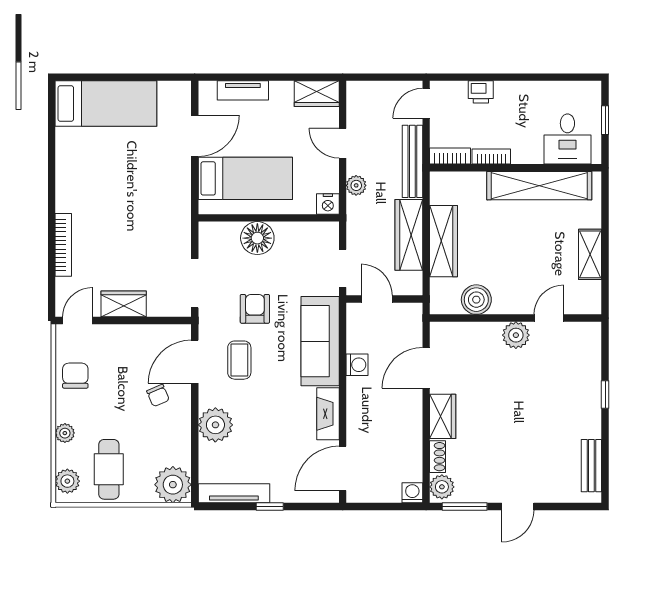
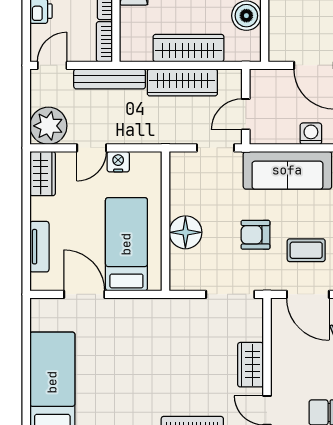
door: (426, 103) -> (52, 65), swing flipped
plant: (356, 185) -> (48, 126), moved, width x1.88, depth x1.88
nightstand: (328, 204) -> (118, 162), moved, turned -90

